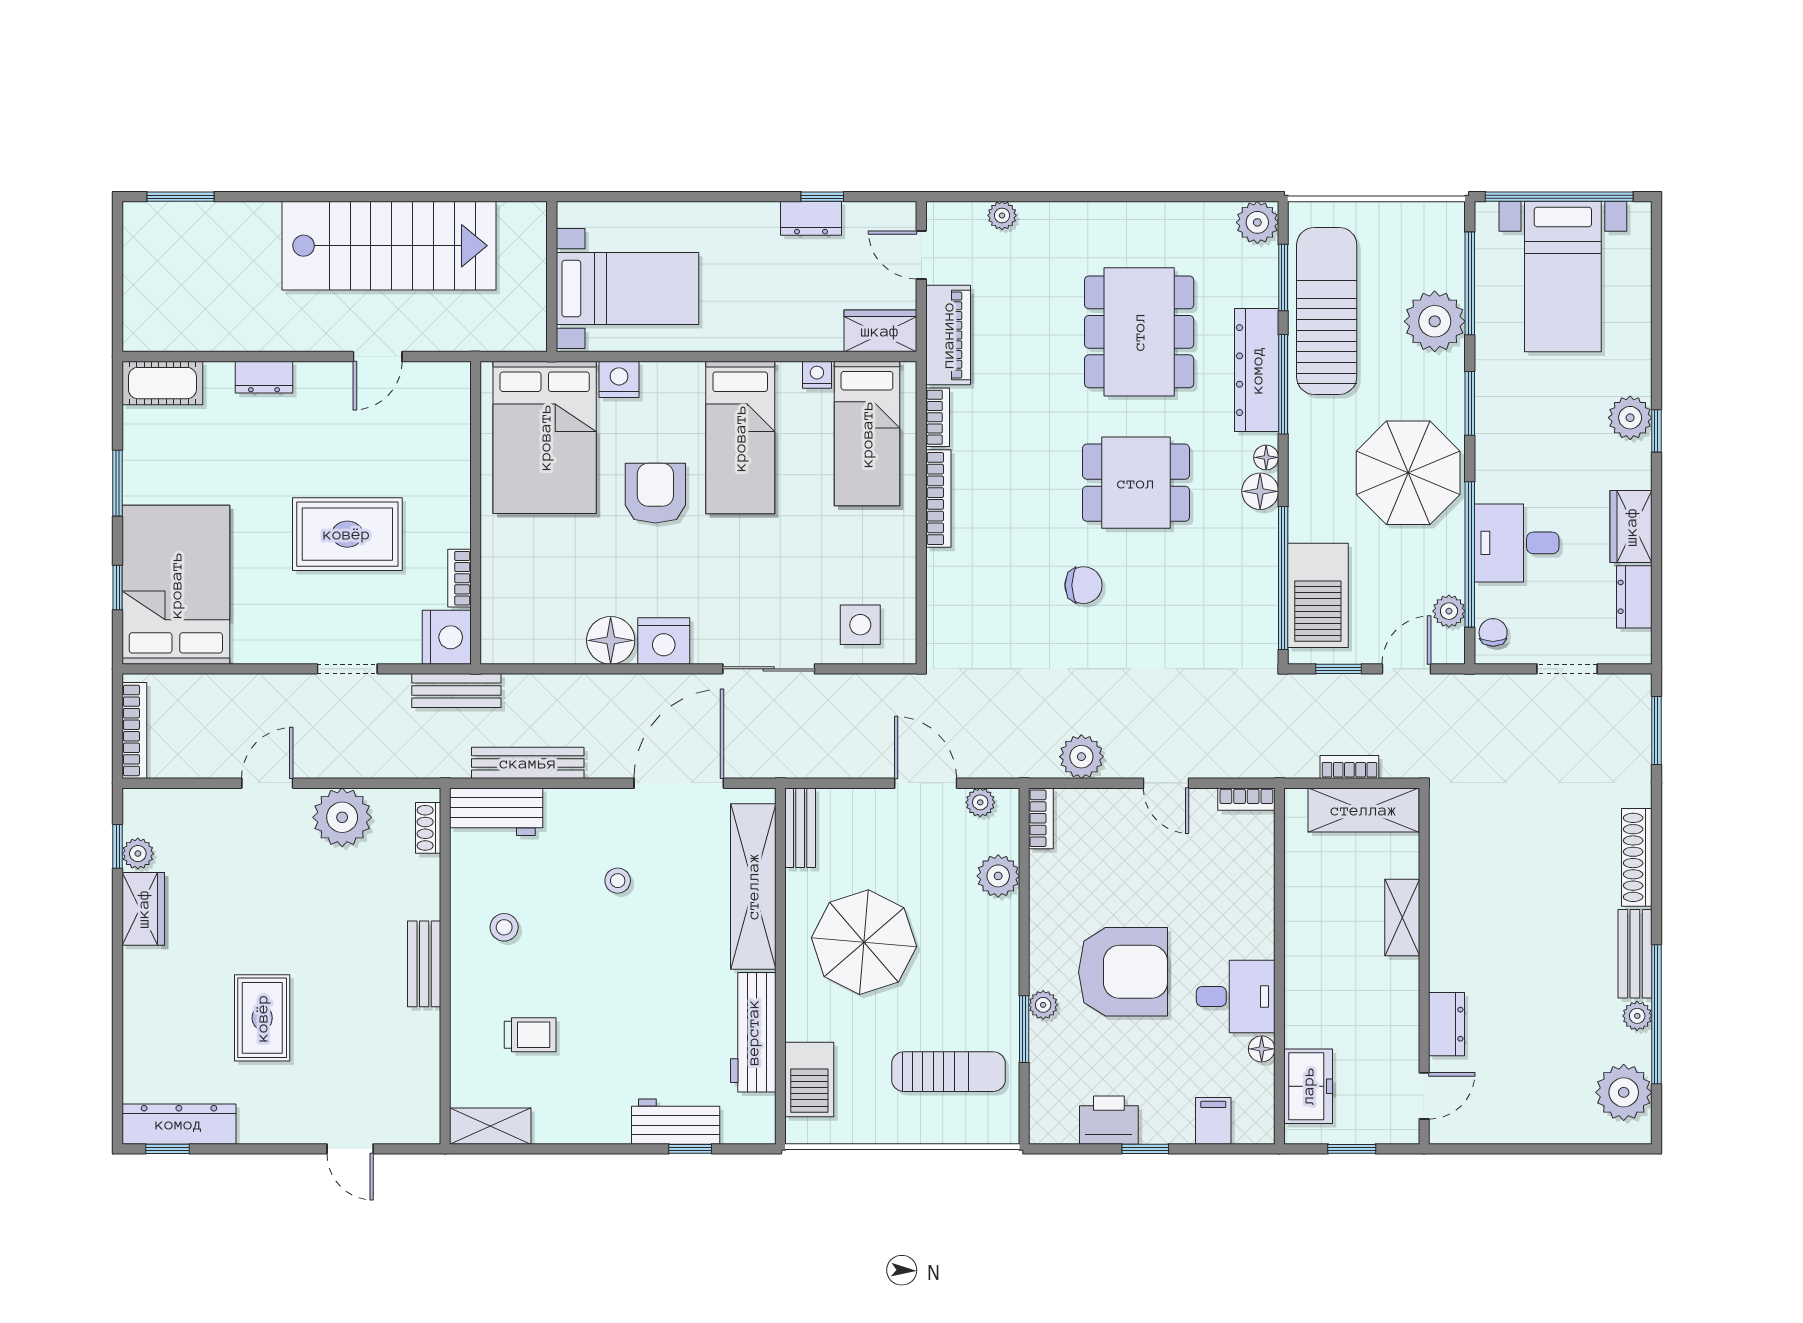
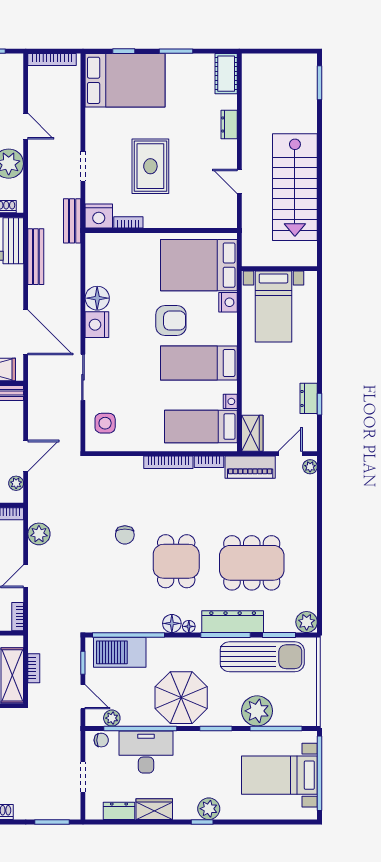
plant: (1002, 215) -> (310, 467), moved
desk: (1517, 543) -> (146, 752), width x1.37

